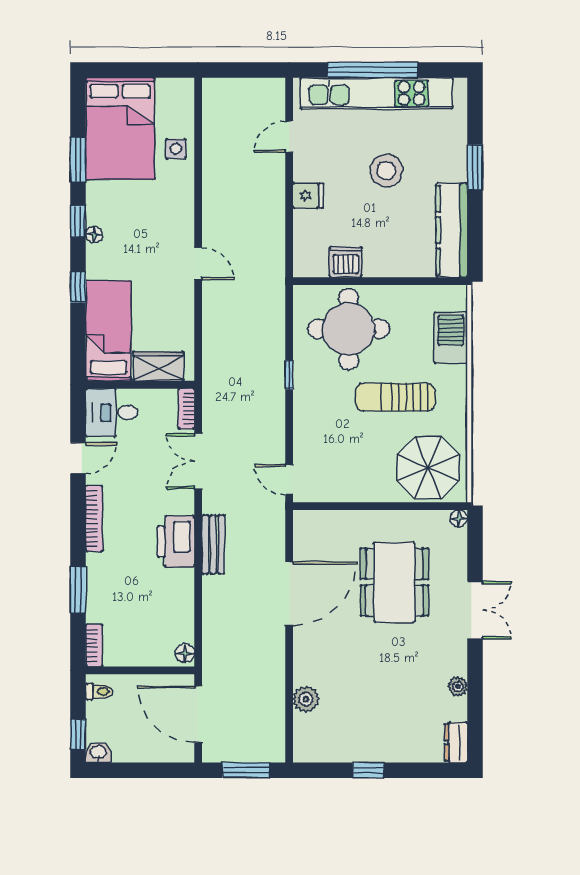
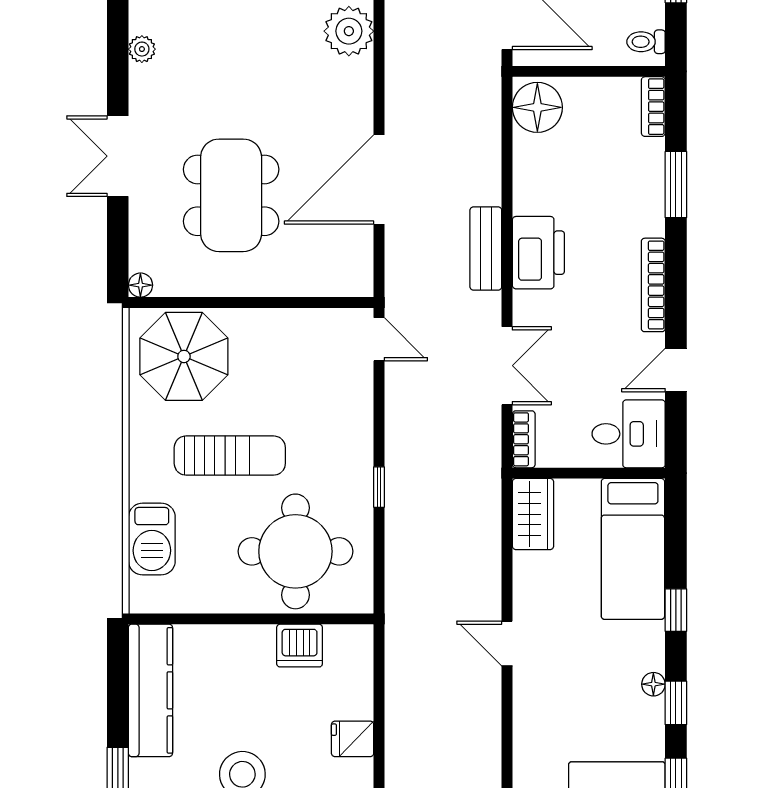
wardrobe: (158, 366) -> (533, 514), moved, turned -90
floor lamp: (185, 653) -> (537, 107), width x1.89, depth x1.89
plant: (306, 699) -> (349, 31), width x1.36, depth x1.36

